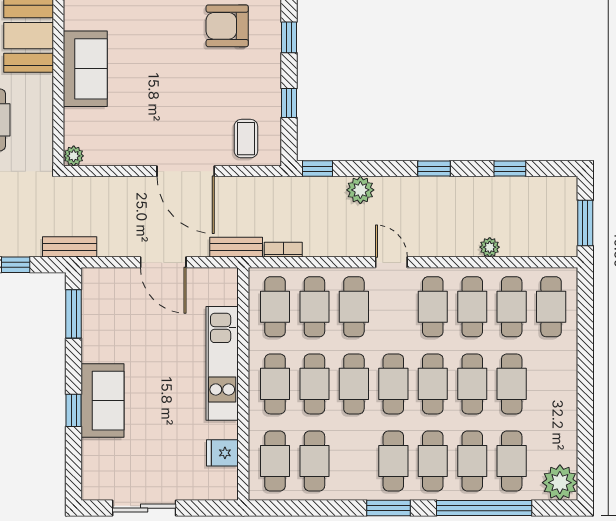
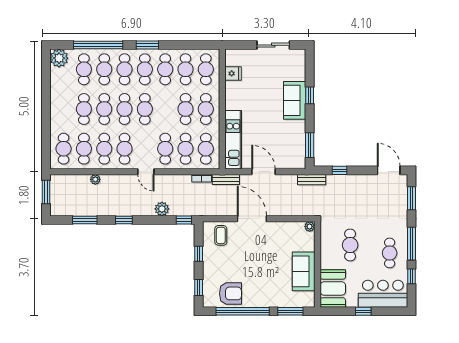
window: (510, 169) -> (85, 220), width x1.50
kitchen unit: (222, 363) -> (233, 140), moved
cafe table: (354, 384) -> (165, 69), moved

